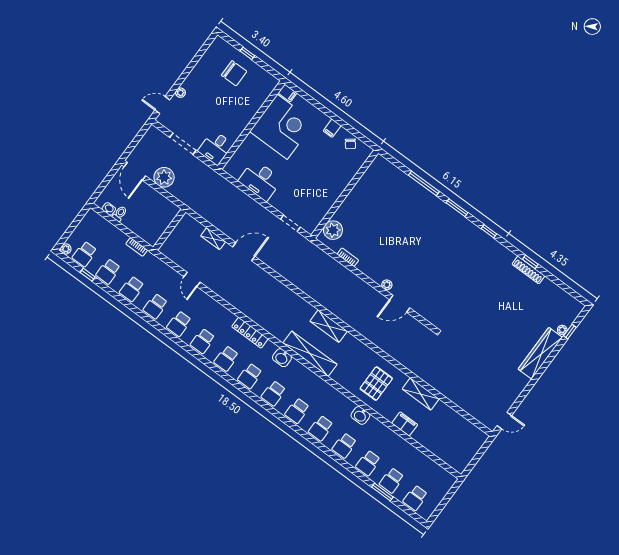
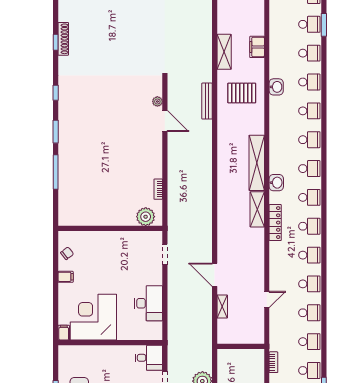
plant: (387, 285) -> (157, 101), moved
shelving: (329, 326) -> (257, 209), moved
bench: (391, 350) -> (207, 101), added

